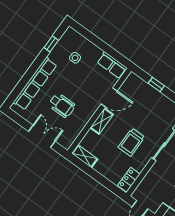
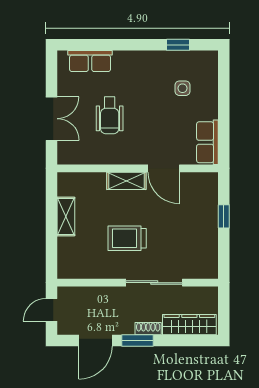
row of seats: (35, 84) -> (90, 61), width x0.50
shelving: (85, 156) -> (66, 216), moved
locker: (129, 180) -> (77, 270), removed

